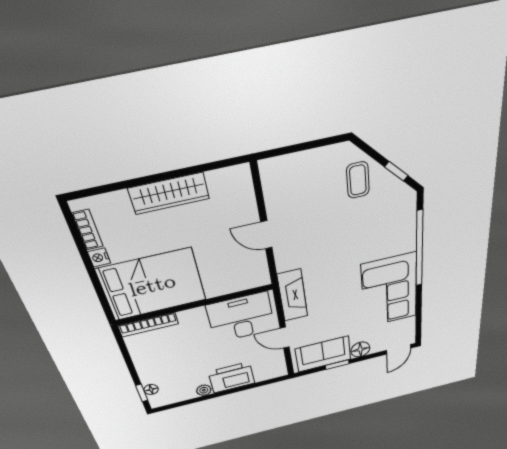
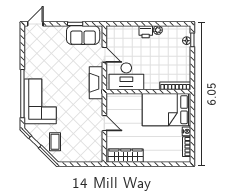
wardrobe: (169, 193) -> (126, 156), moved
corner sofa: (390, 291) -> (40, 101), moved
floor lamp: (360, 349) -> (60, 31), removed
printer: (232, 377) -> (146, 32), width x0.53, depth x0.68

